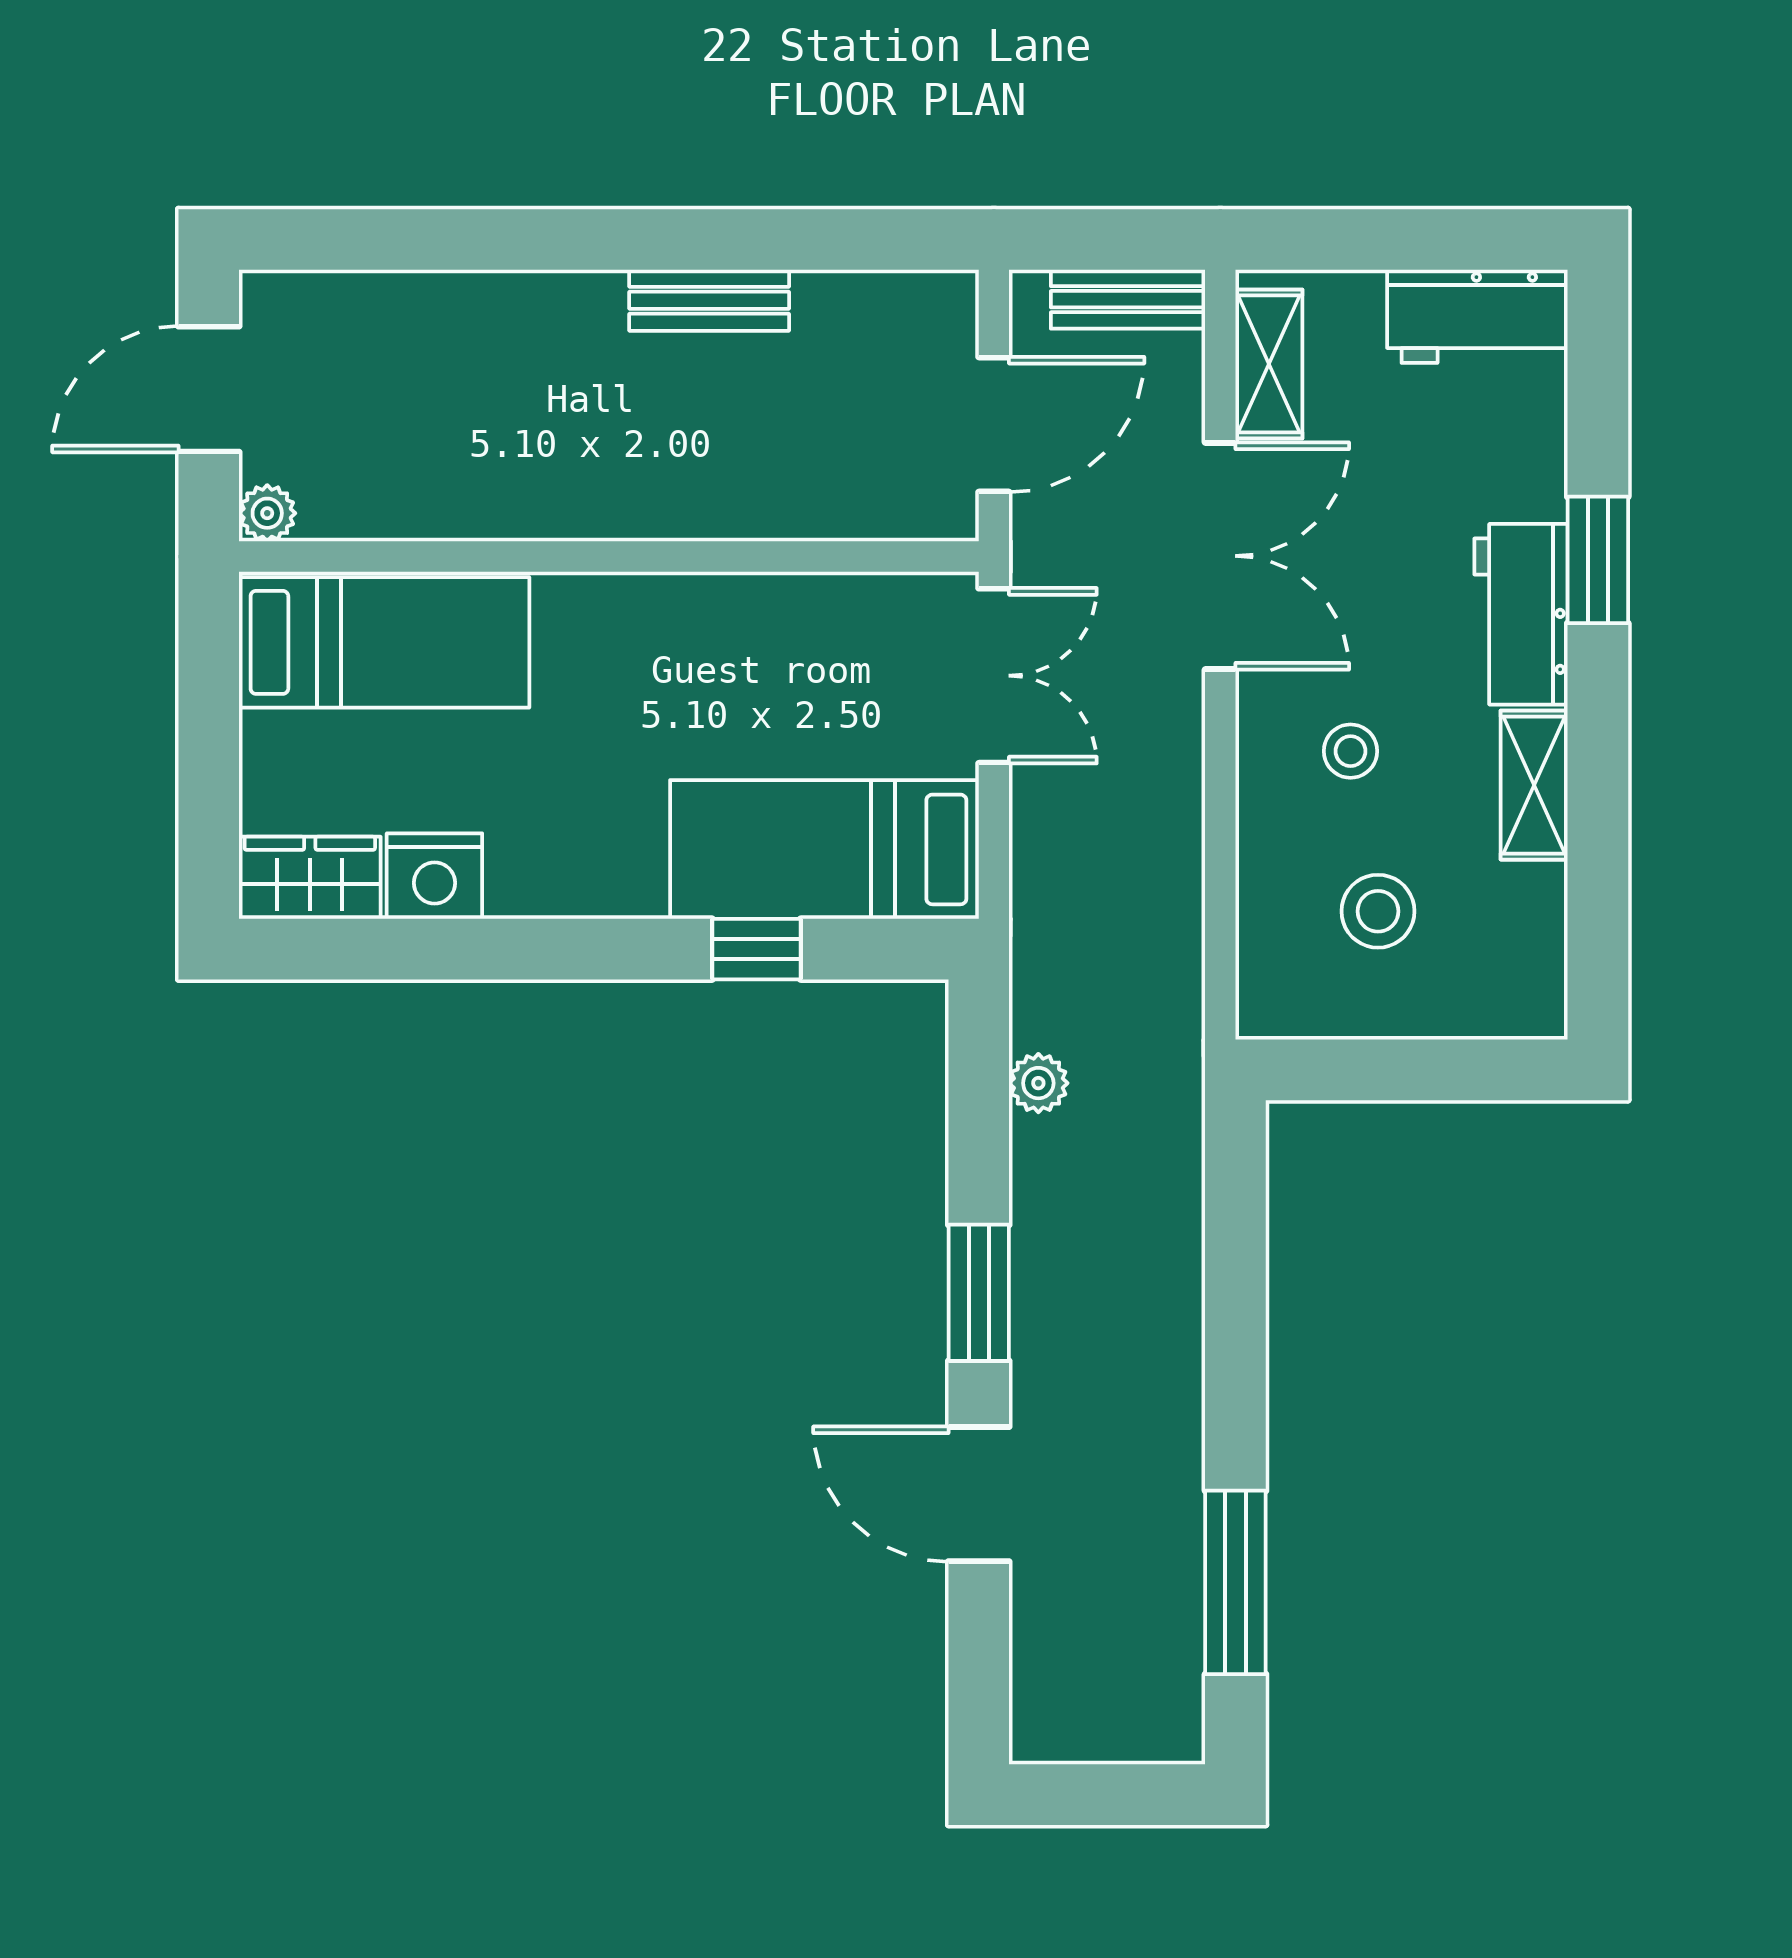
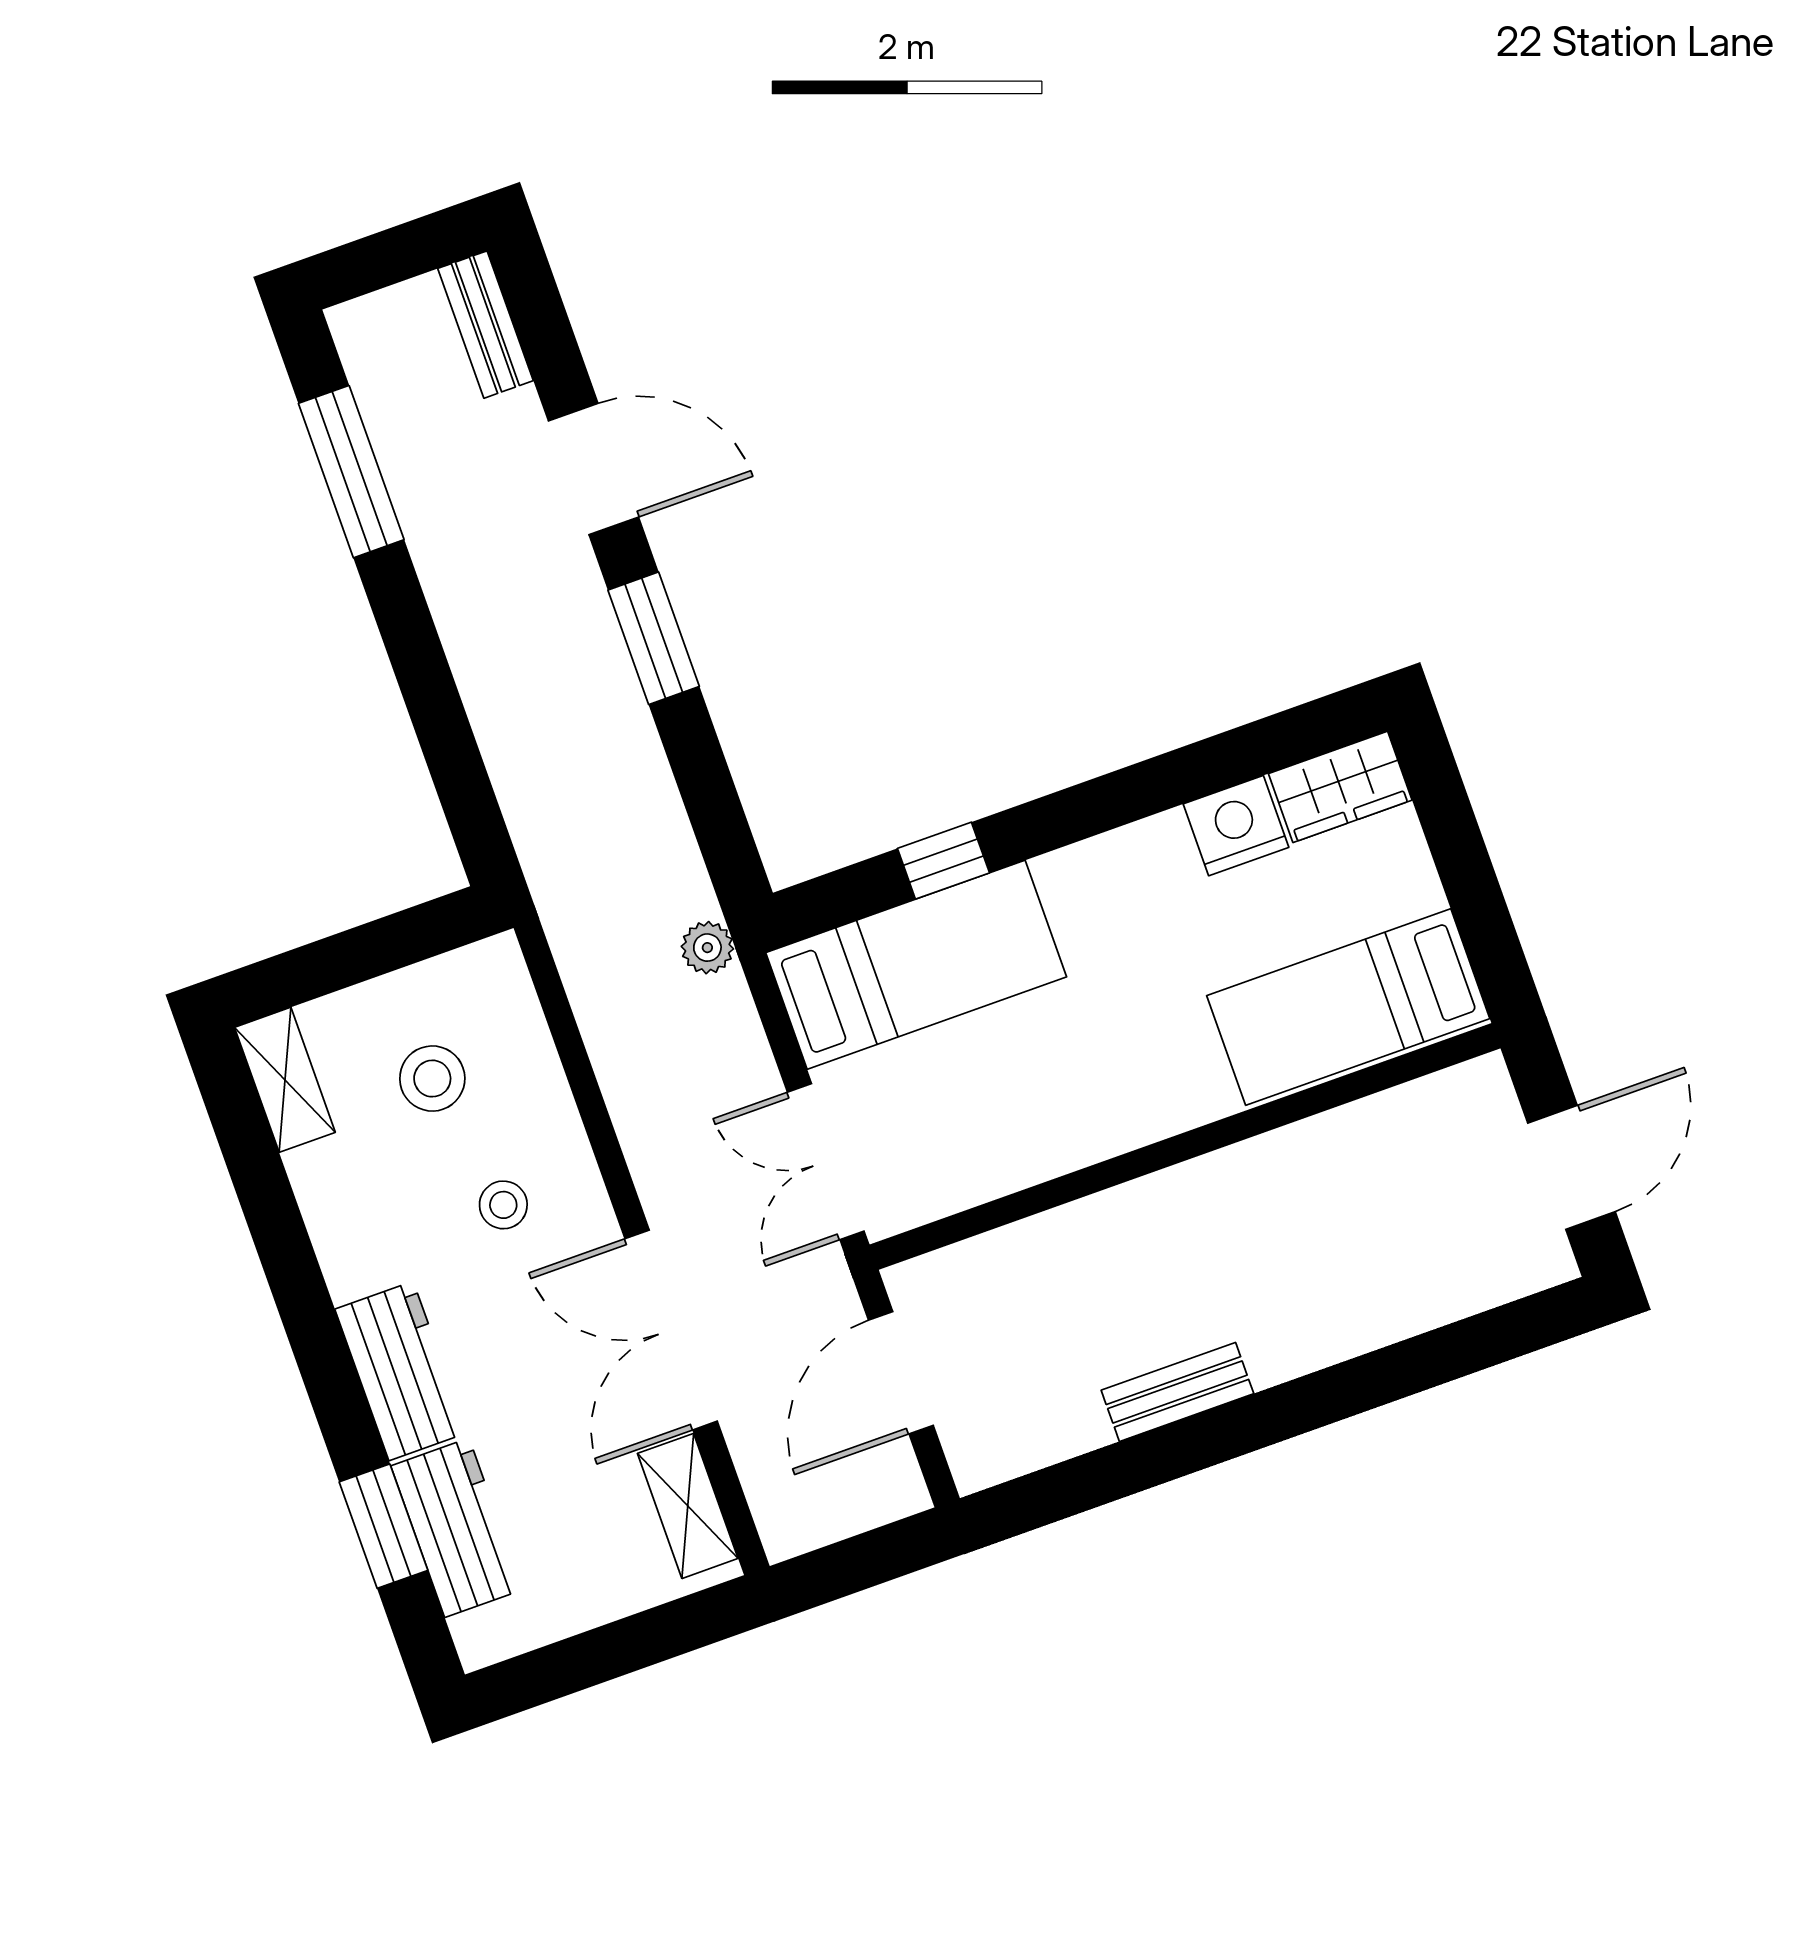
bench: (1128, 299) -> (485, 325), moved, turned 90
workbench: (1477, 316) -> (457, 1528), moved, turned 90
plant: (267, 513) -> (1485, 1081), removed
window: (1598, 560) -> (383, 1526), moved
shelving: (1534, 785) -> (285, 1080), moved
plant: (1038, 1083) -> (707, 948), moved

